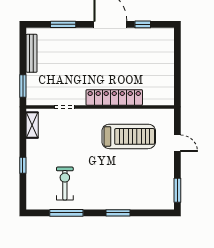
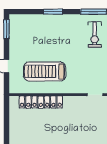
locker: (114, 97) -> (41, 102), moved

